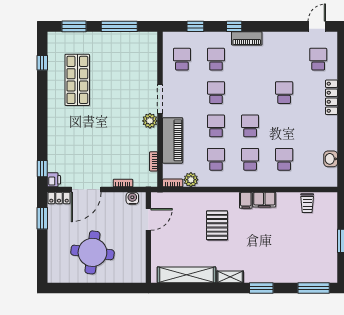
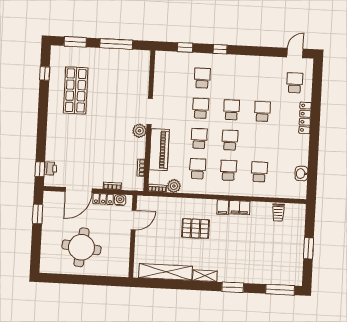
piano: (247, 38) -> (231, 61), removed
school desk: (182, 59) -> (231, 110), moved
printer: (54, 180) -> (50, 168), moved
locker: (59, 198) -> (103, 199), moved
pallet: (217, 225) -> (196, 229), turned 90

